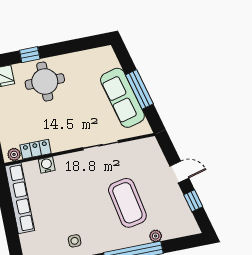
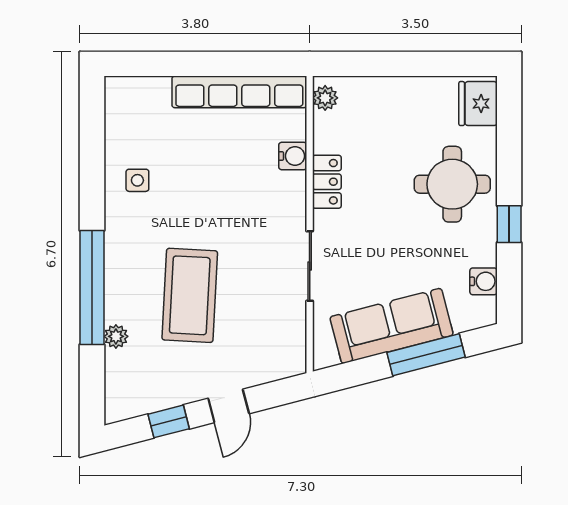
window: (30, 55) -> (509, 224), moved
water cooler: (91, 56) -> (483, 281), added
window: (139, 89) -> (426, 355), moved
locker: (36, 149) -> (327, 182), moved
coffee table: (127, 203) -> (190, 295), turned -76

